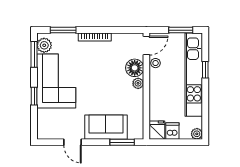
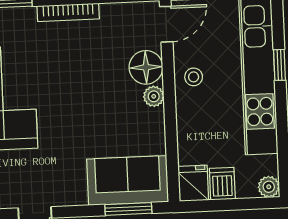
stool: (156, 63) -> (194, 77), moved
sofa: (106, 127) -> (128, 180), moved

